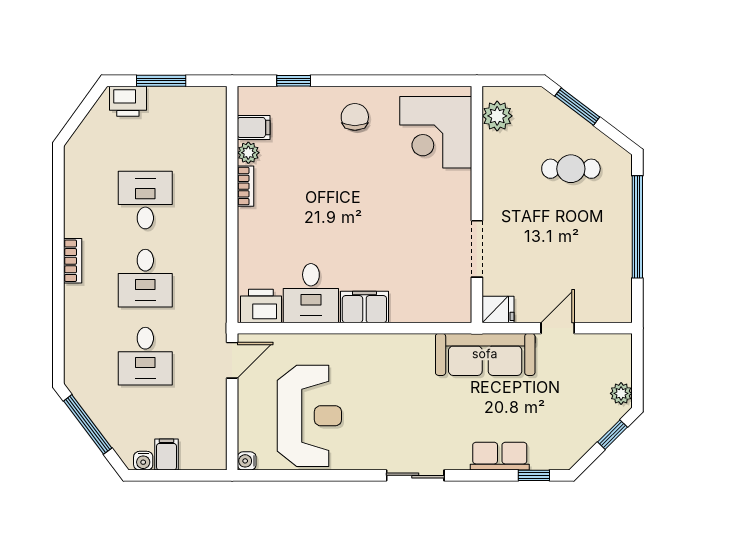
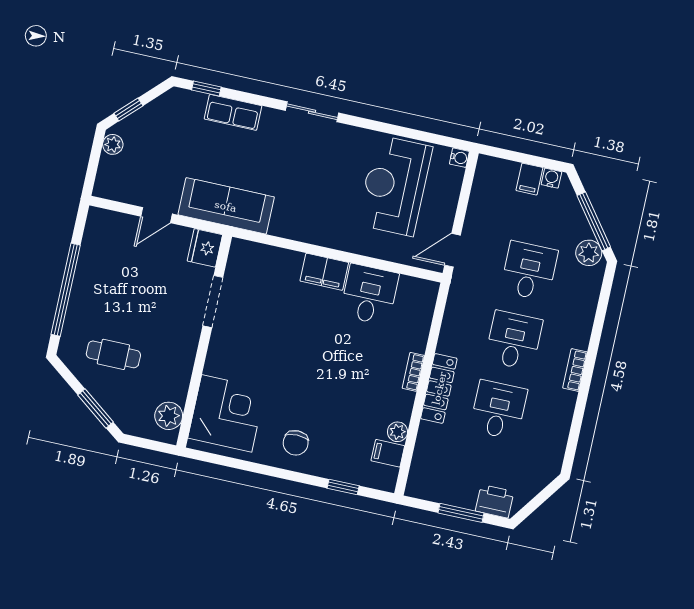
bookcase: (246, 186) -> (413, 372), moved
desk: (145, 200) -> (499, 410), turned 180
locker: (214, 209) -> (439, 388), added
printer: (261, 306) -> (416, 293), removed
fridge: (498, 310) -> (205, 248), width x1.38
plant: (86, 389) -> (589, 253), added

